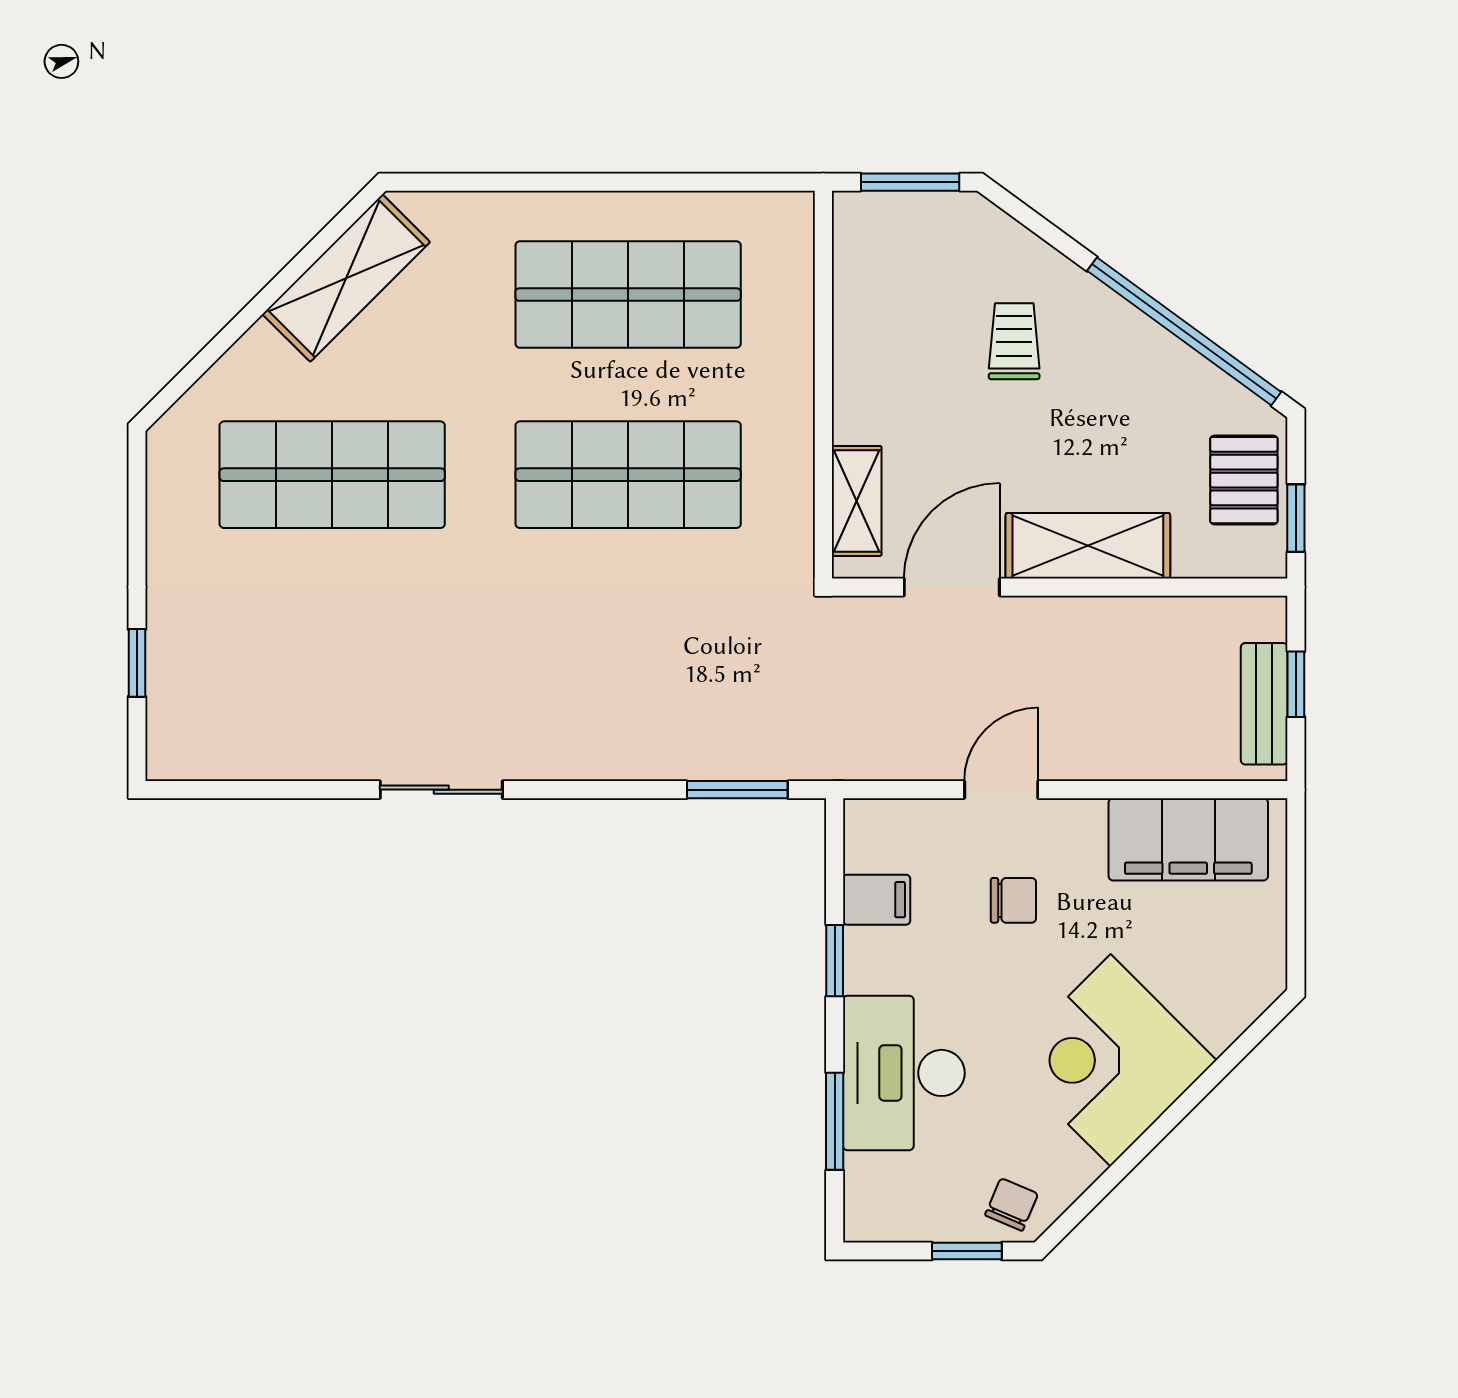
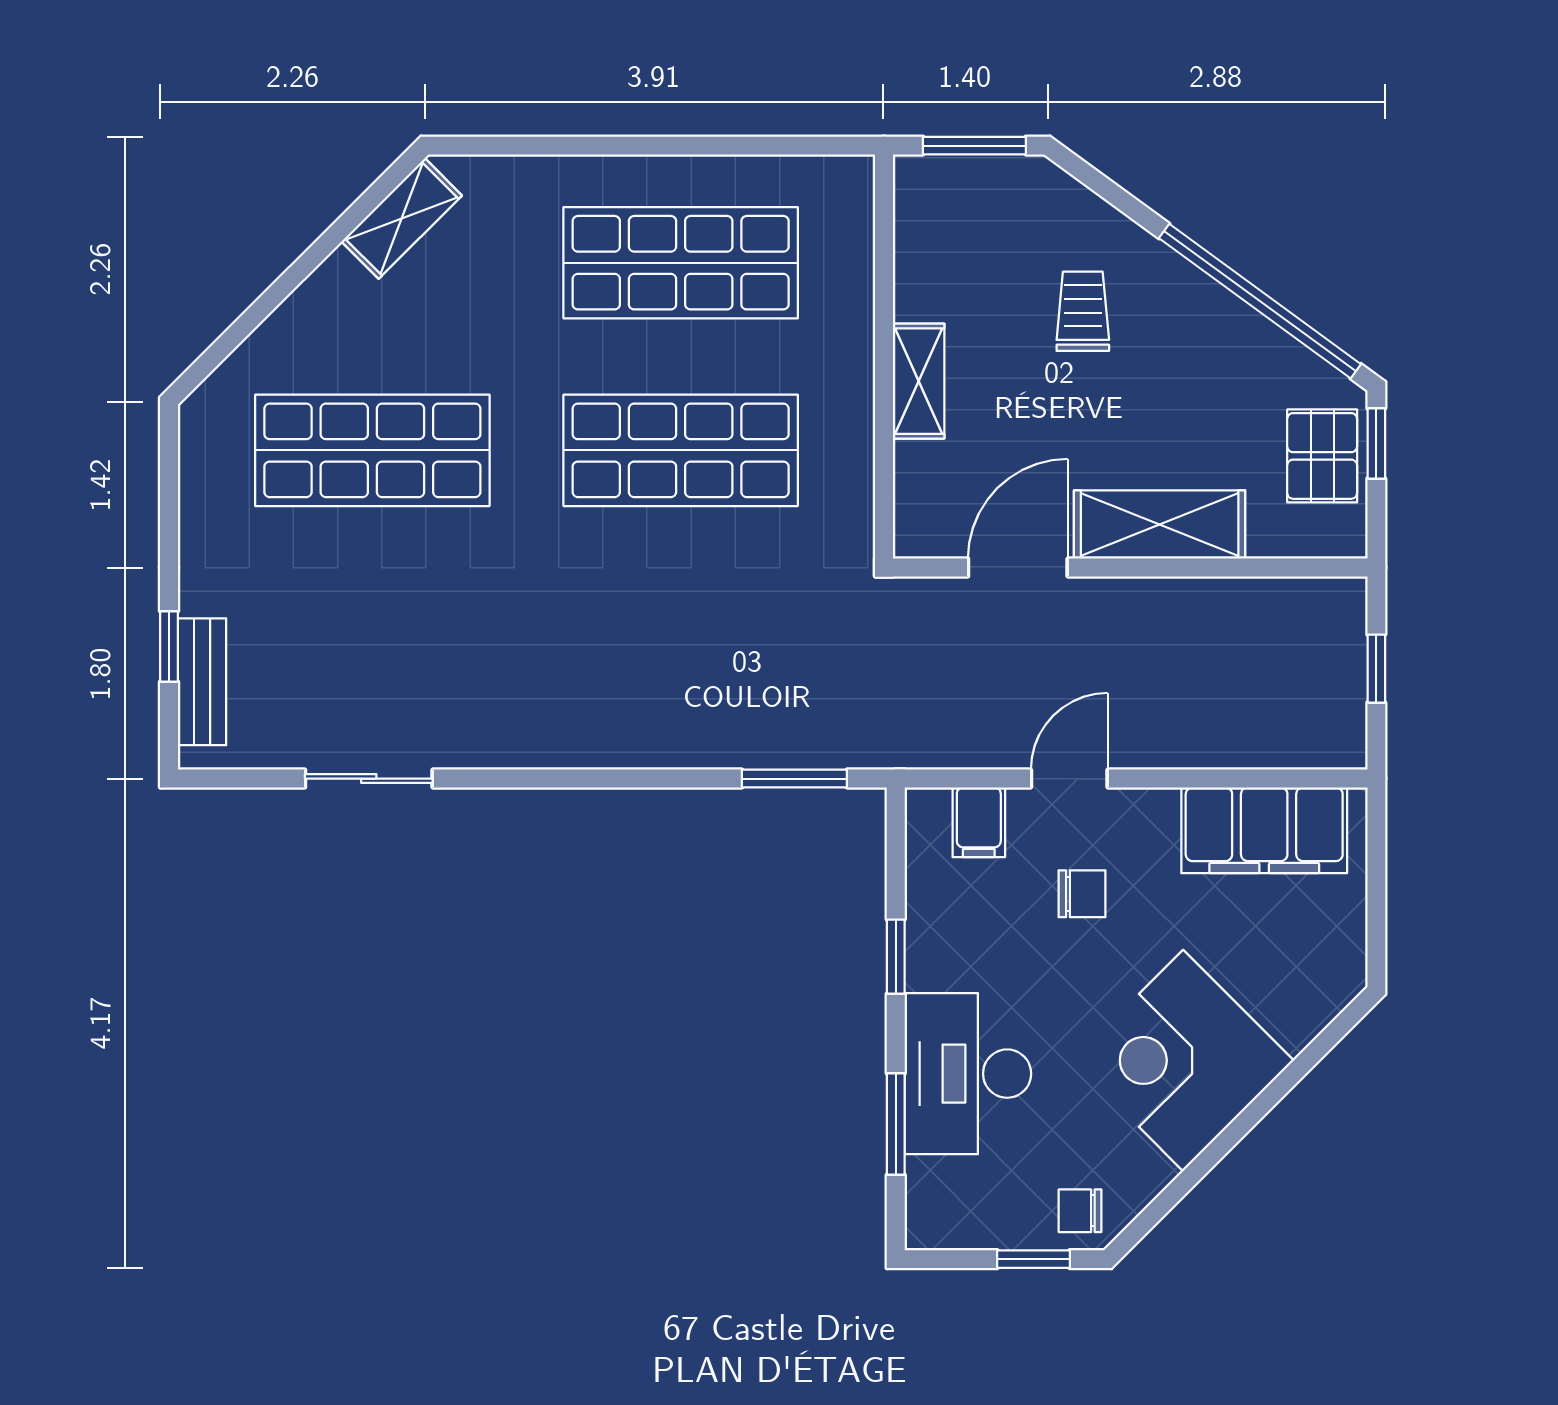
shelving: (346, 278) -> (402, 218), width x0.67, depth x0.75
shelving: (857, 501) -> (919, 381), moved
window: (1296, 518) -> (1376, 443), moved
bench: (1264, 704) -> (202, 682), moved
sliding door: (441, 790) -> (369, 779), moved
filing cabinet: (877, 900) -> (979, 822), moved, turned 90
chair: (1012, 1205) -> (1080, 1211), turned -113

